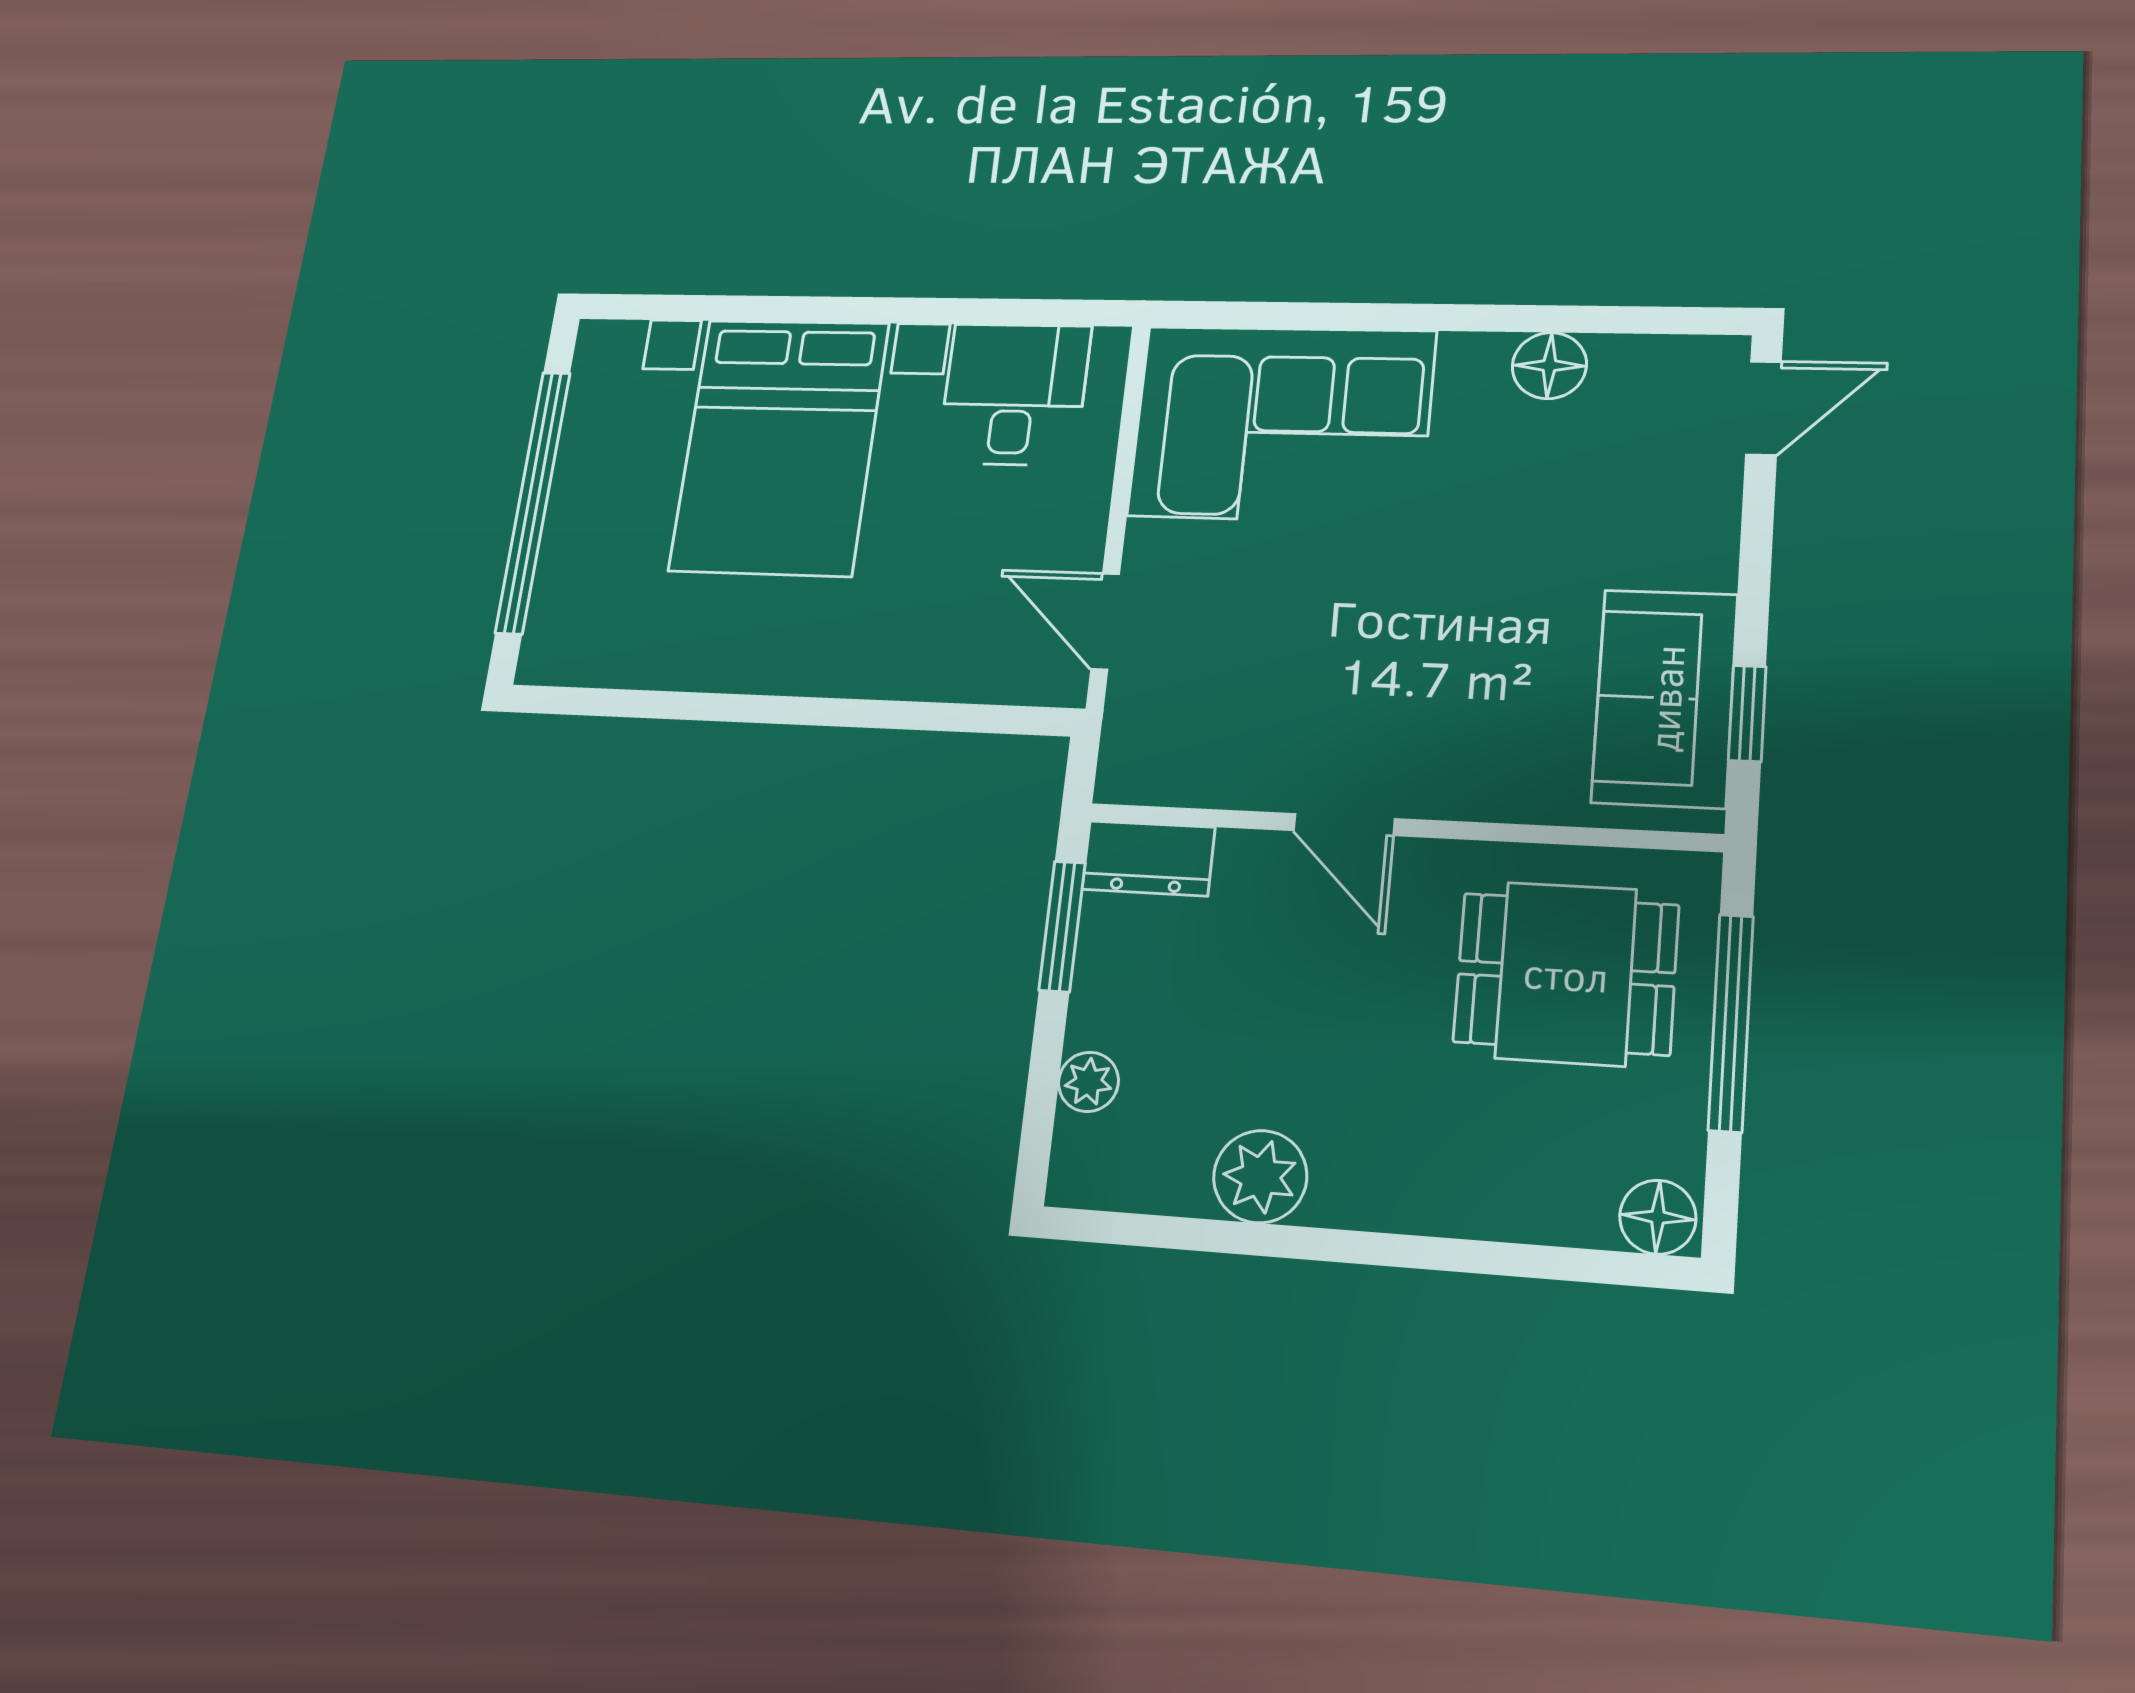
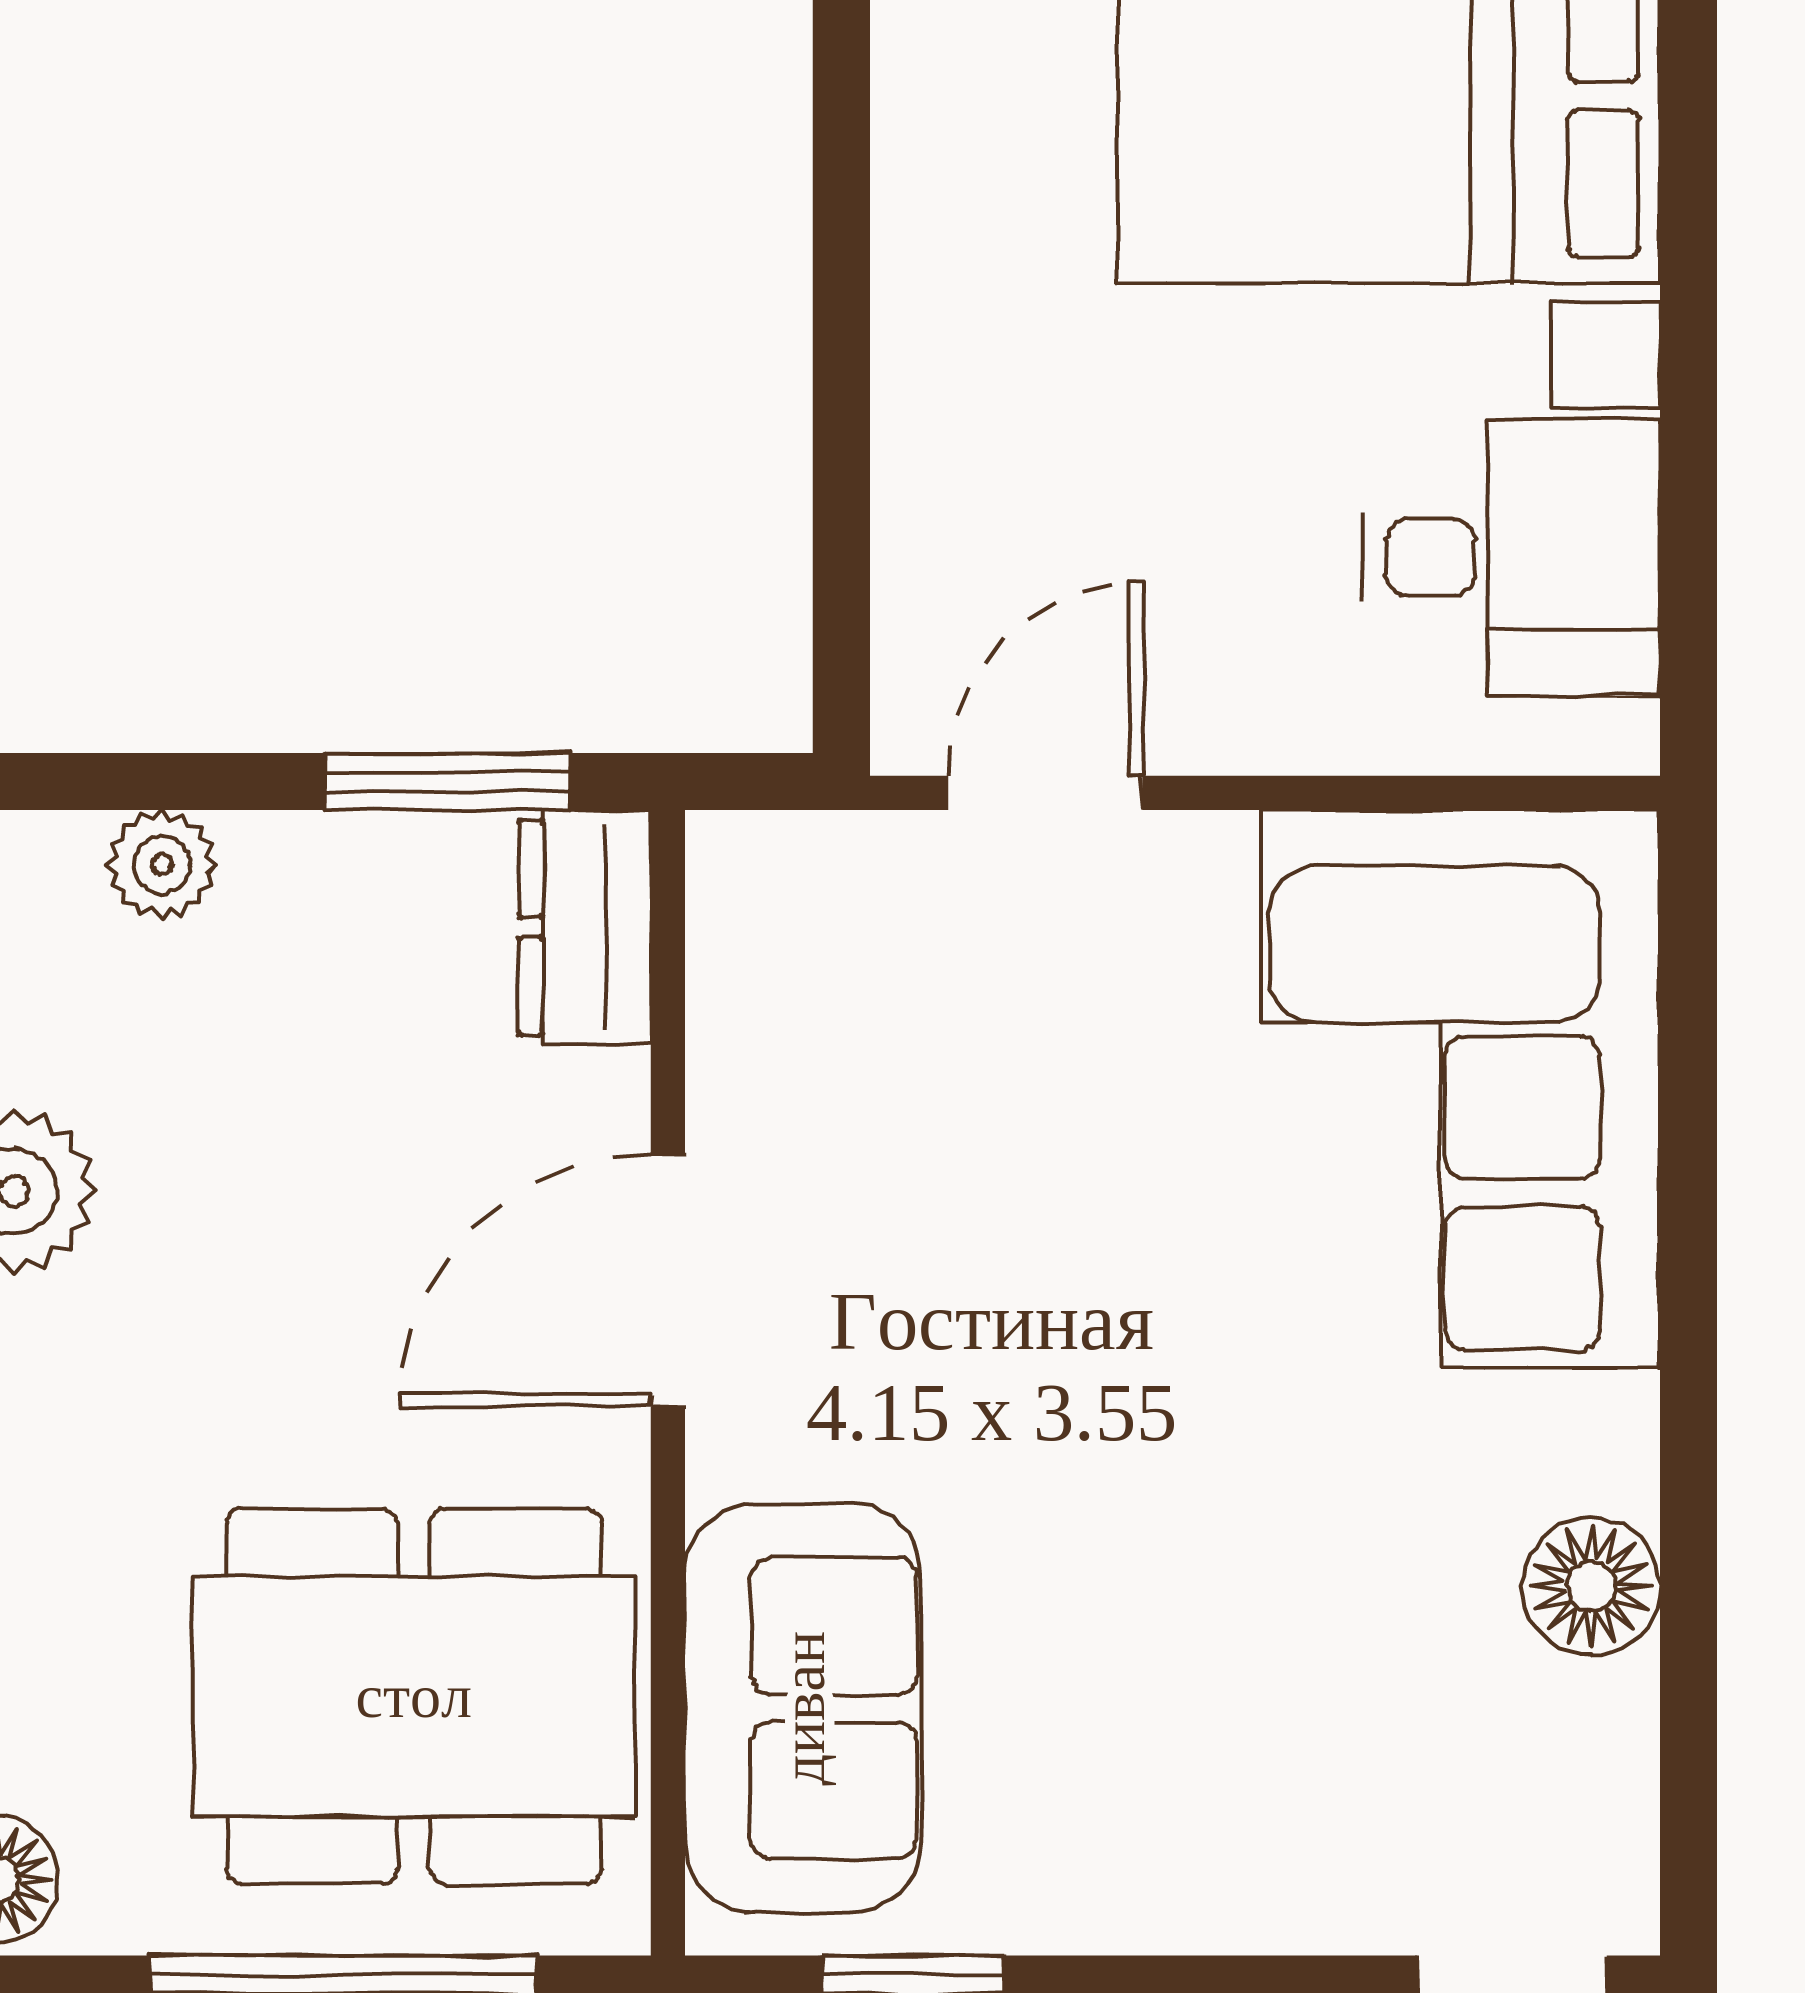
sofa: (1665, 698) -> (803, 1708), moved, turned 90
door: (1344, 825) -> (668, 1280), width x1.37
dining table: (1566, 974) -> (414, 1696), width x1.38

